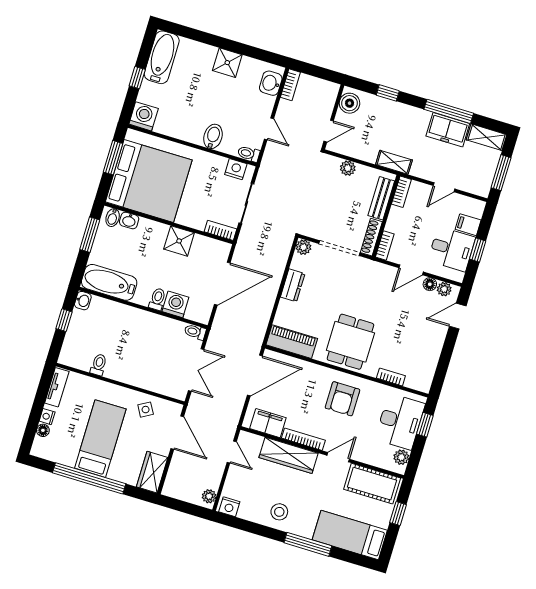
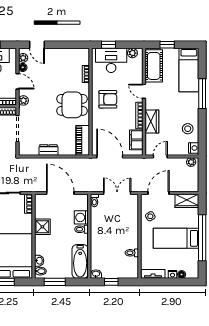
plant: (303, 247) -> (23, 100), moved
wardrobe: (289, 455) -> (152, 122), width x0.67
stool: (279, 512) -> (188, 129), moved

